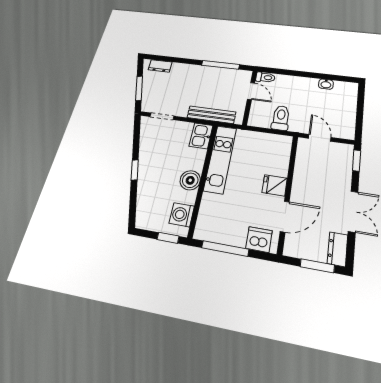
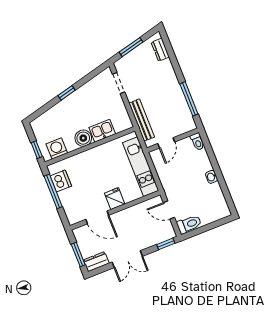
washbasin: (326, 84) -> (212, 177), moved
door: (251, 91) -> (166, 143), moved
toilet: (281, 118) -> (189, 224), moved
kitchen sink: (201, 136) -> (102, 131), moved
door: (320, 138) -> (169, 210), swing flipped
kitchen unit: (220, 159) -> (141, 167), moved, turned 90
dishwasher: (259, 240) -> (61, 181), moved

